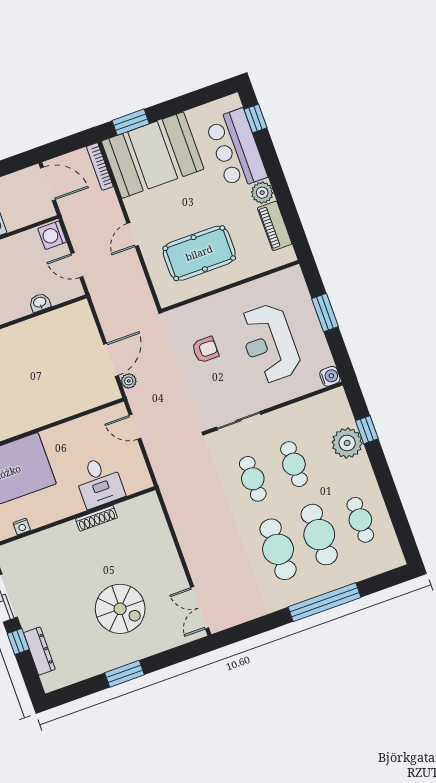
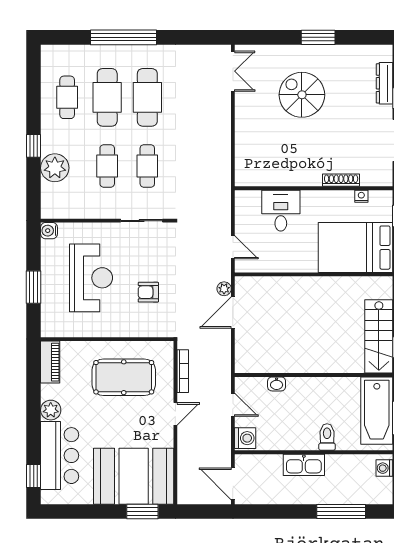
bookcase: (100, 166) -> (183, 371), moved
piano: (275, 226) -> (50, 362), moved
window: (367, 430) -> (34, 146), moved
shoe rack: (96, 518) -> (341, 180), moved

